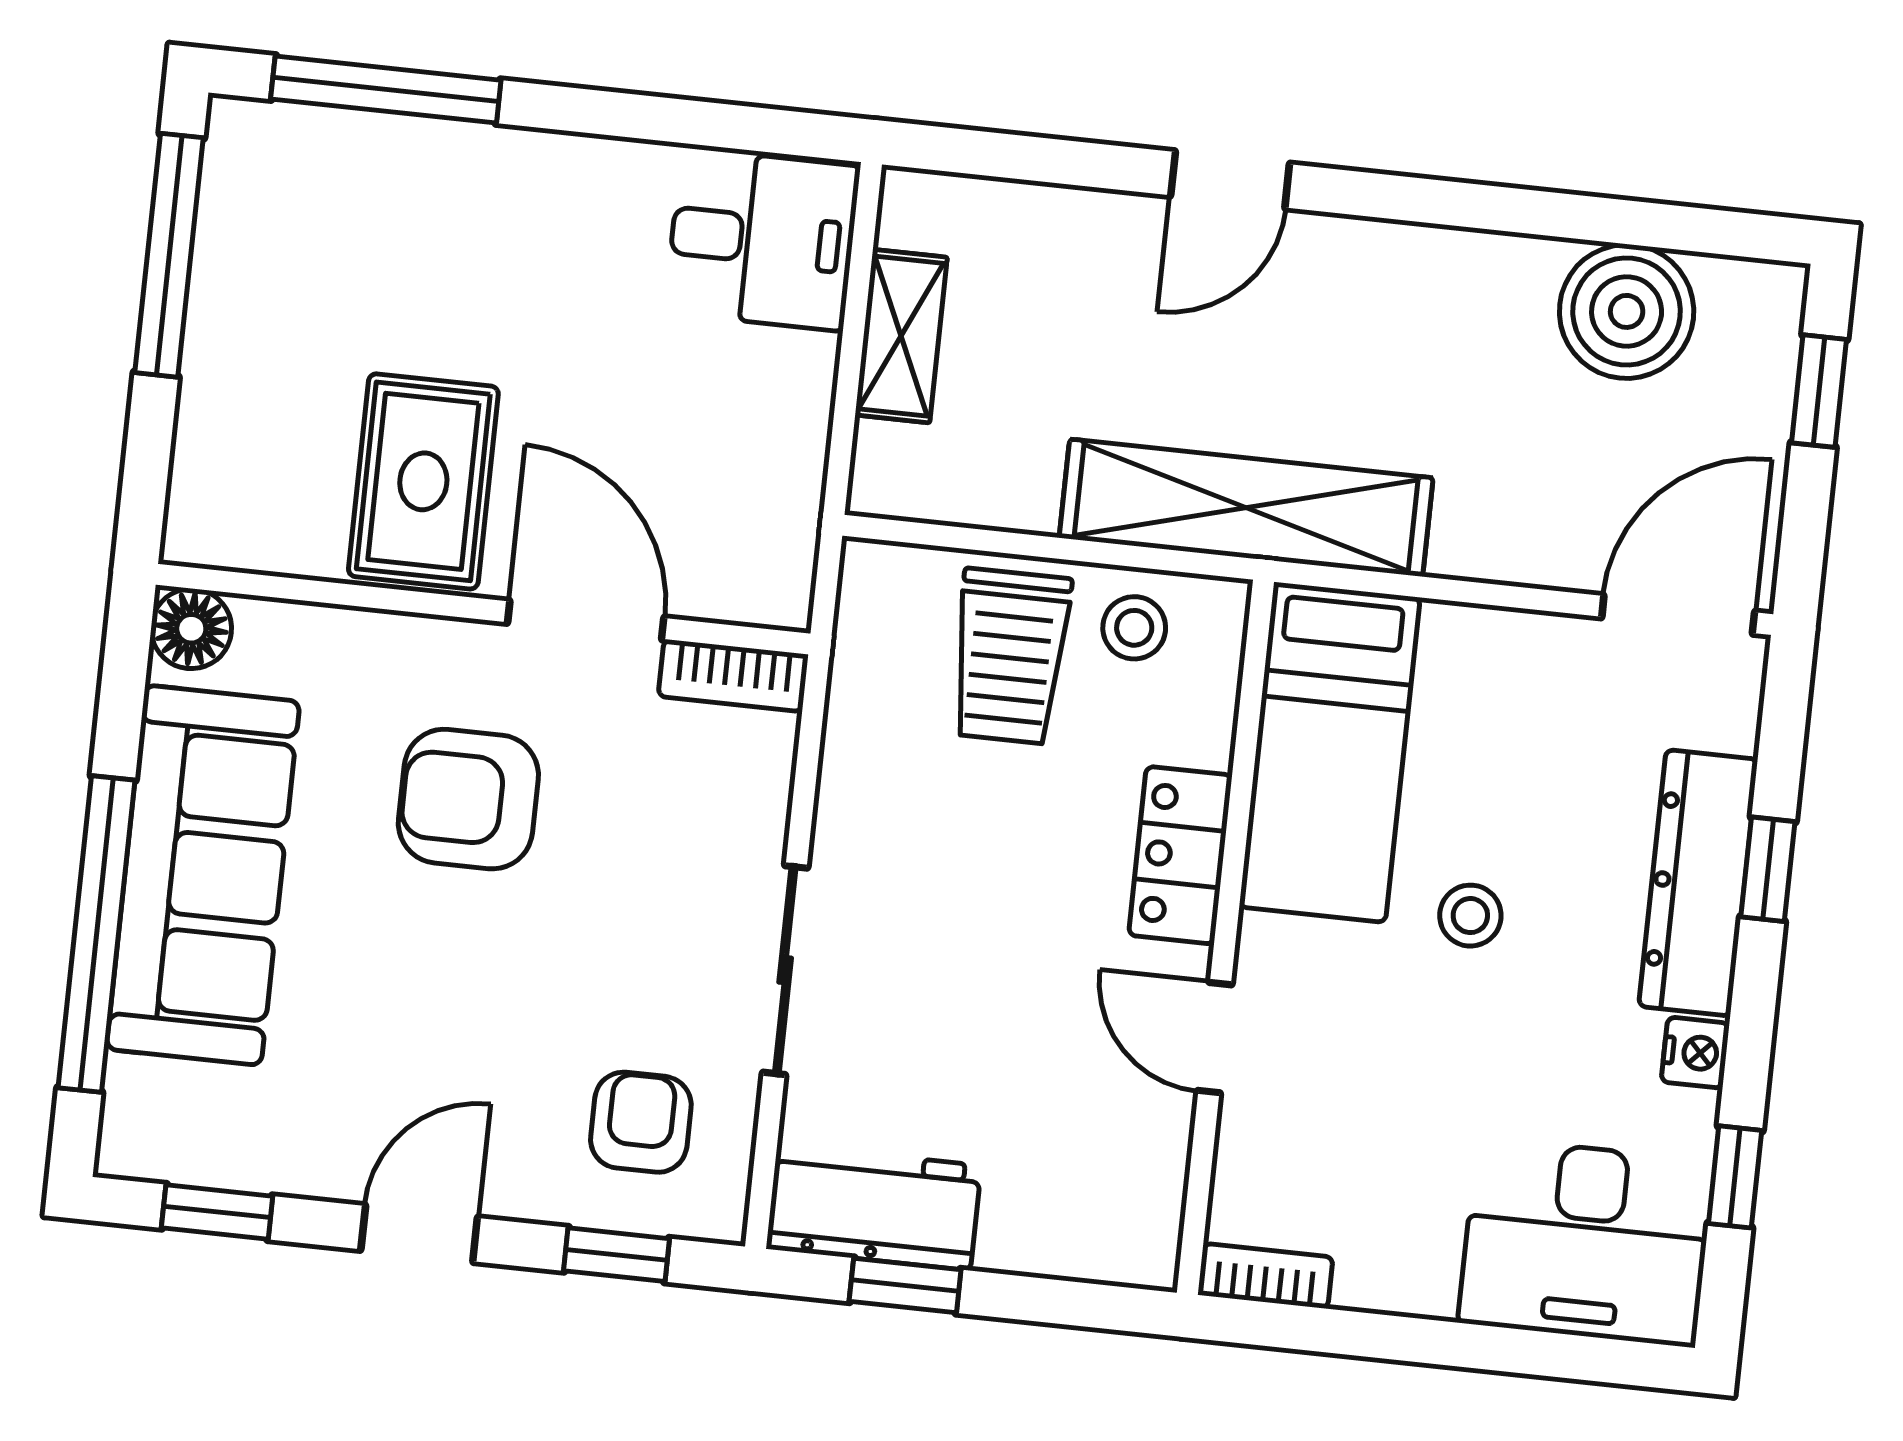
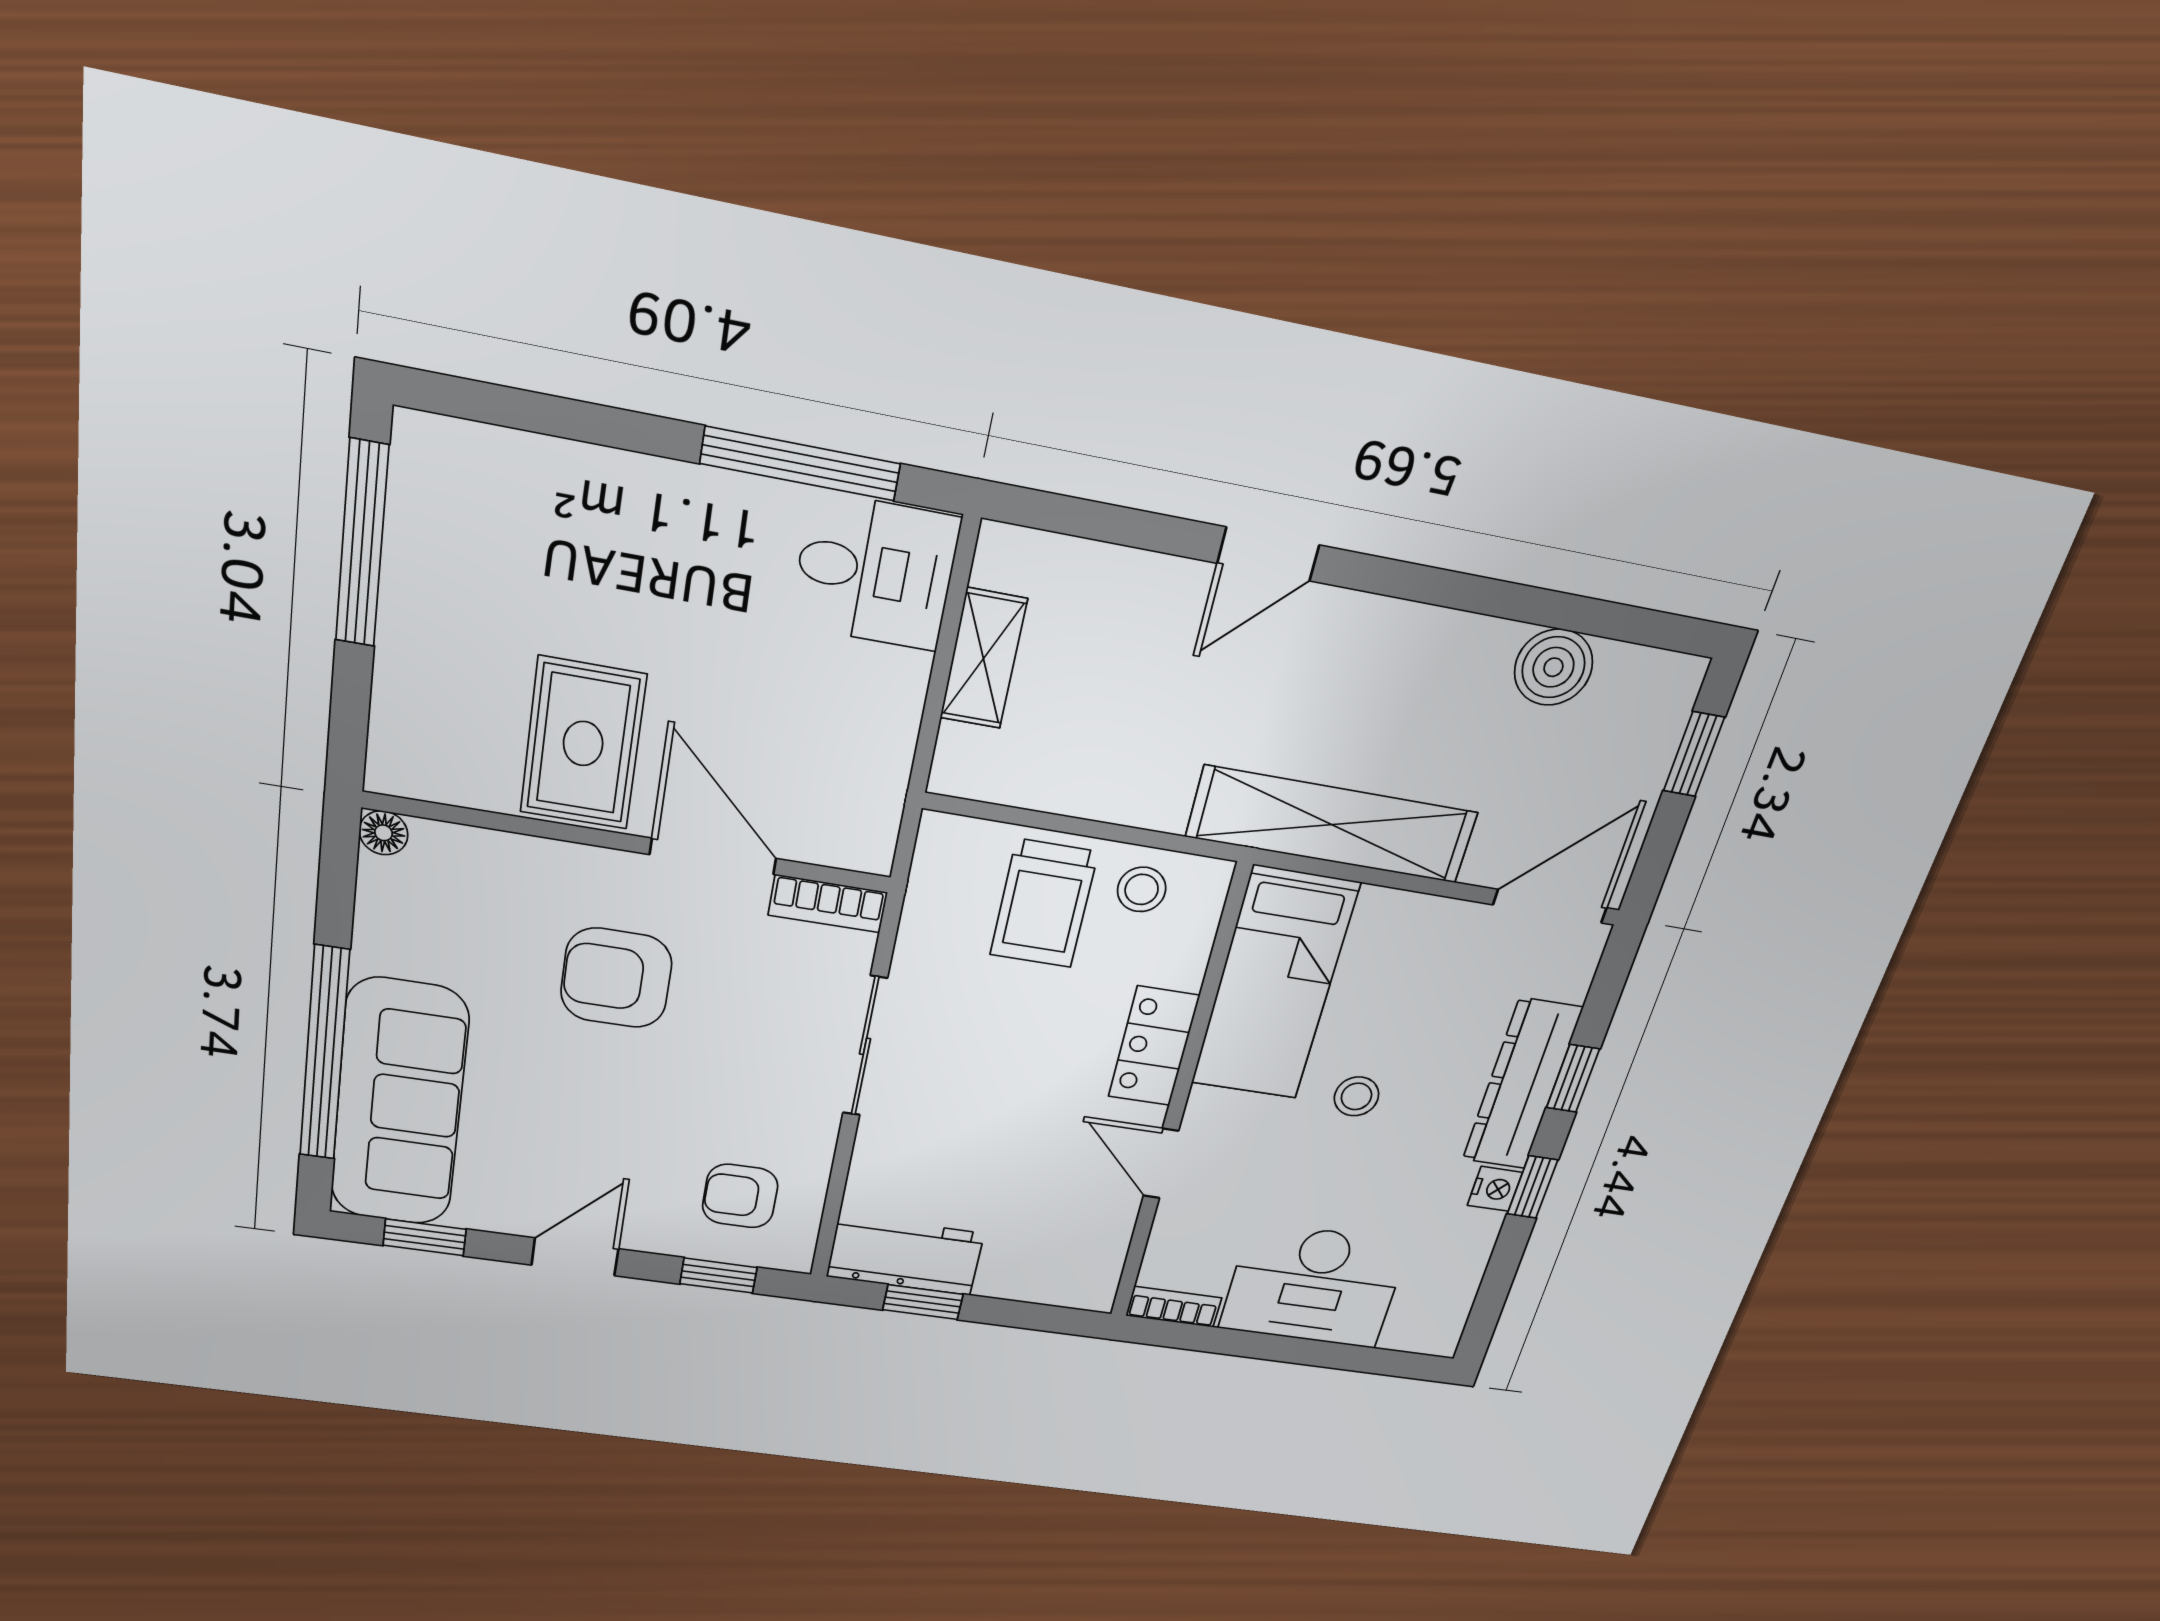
window: (386, 90) -> (800, 464), moved
boiler: (1627, 311) -> (1553, 667), width x0.73, depth x0.73
shelving: (1246, 508) -> (1332, 825), moved
floor lamp: (191, 629) -> (384, 833), width x0.73, depth x0.73
sofa: (203, 875) -> (399, 1104), moved
sliding door: (785, 970) -> (865, 1046), moved
armchair: (641, 1122) -> (740, 1196), turned -90
window: (1735, 1177) -> (1532, 1187), moved
desk: (1586, 1242) -> (1314, 1285), moved

